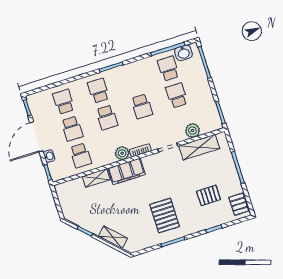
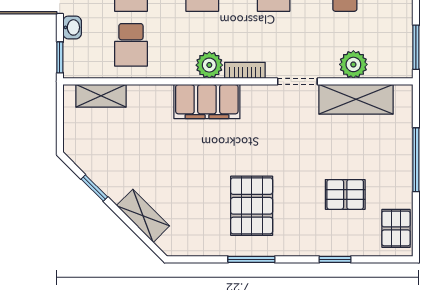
shelving: (96, 178) -> (101, 96), moved

